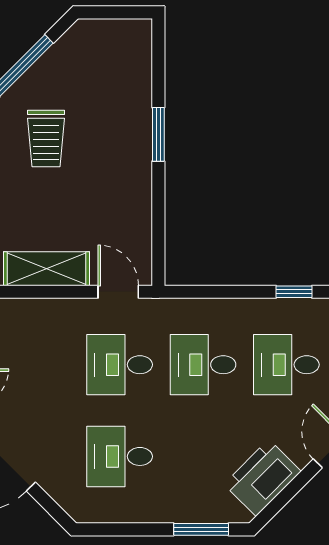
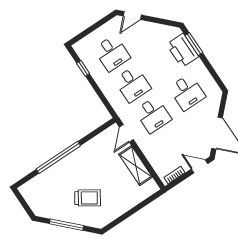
window: (158, 134) -> (58, 157), width x2.11
trolley: (46, 139) -> (88, 198), turned 33
printer: (262, 478) -> (183, 50), moved, turned 45

